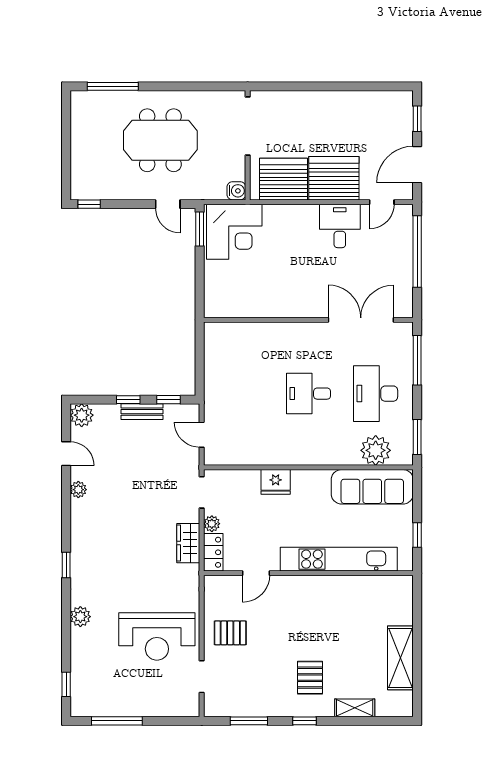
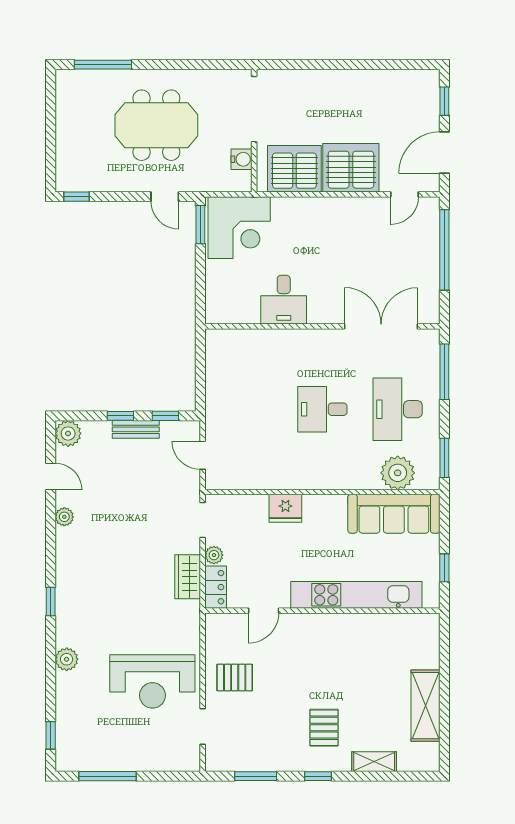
water cooler: (236, 191) -> (242, 159), moved
desk: (340, 226) -> (284, 300), moved, turned 180

